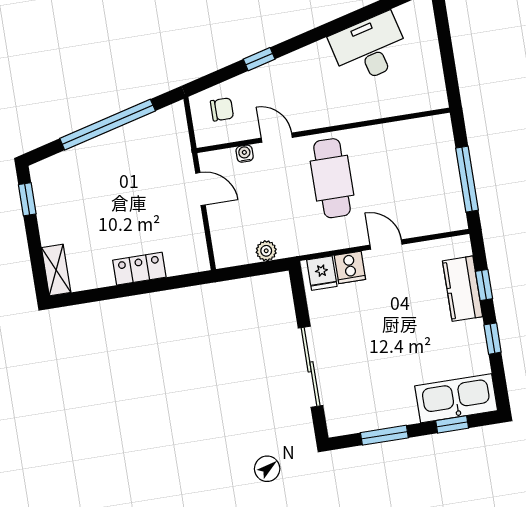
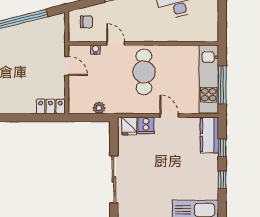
kitchen unit: (443, 173) -> (209, 79), added
locker: (139, 269) -> (50, 106), moved
kitchen counter: (463, 289) -> (209, 135), moved

